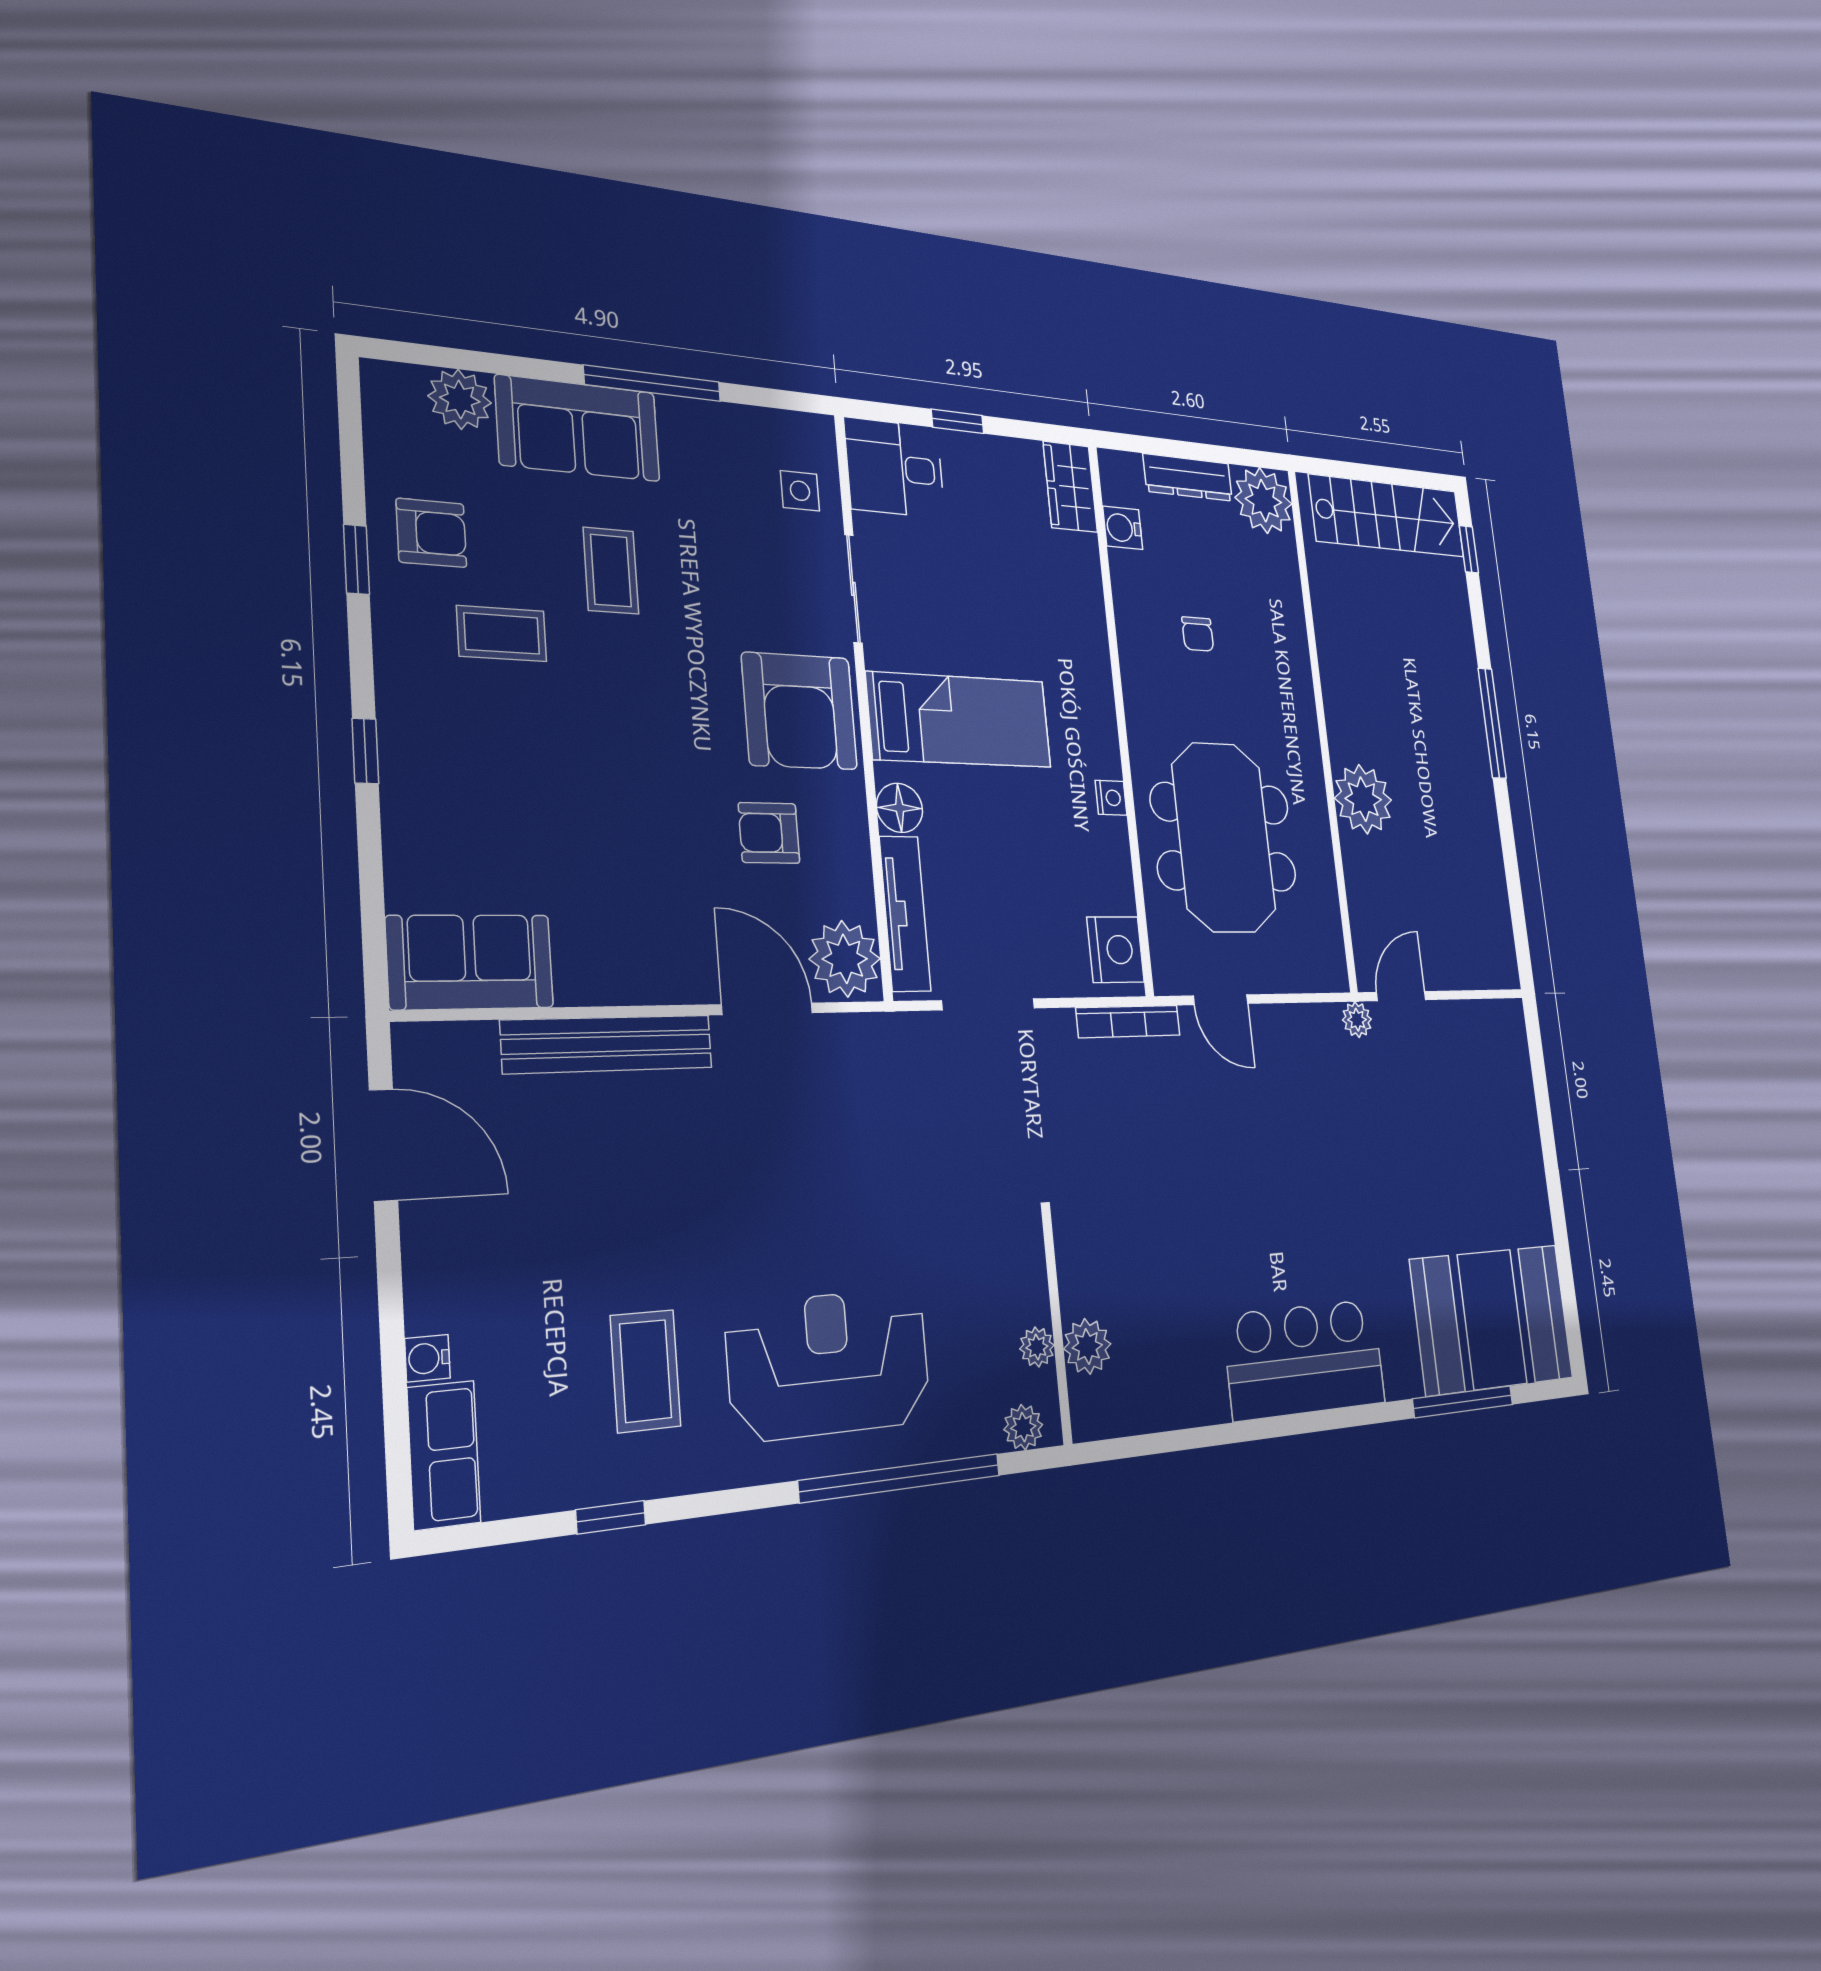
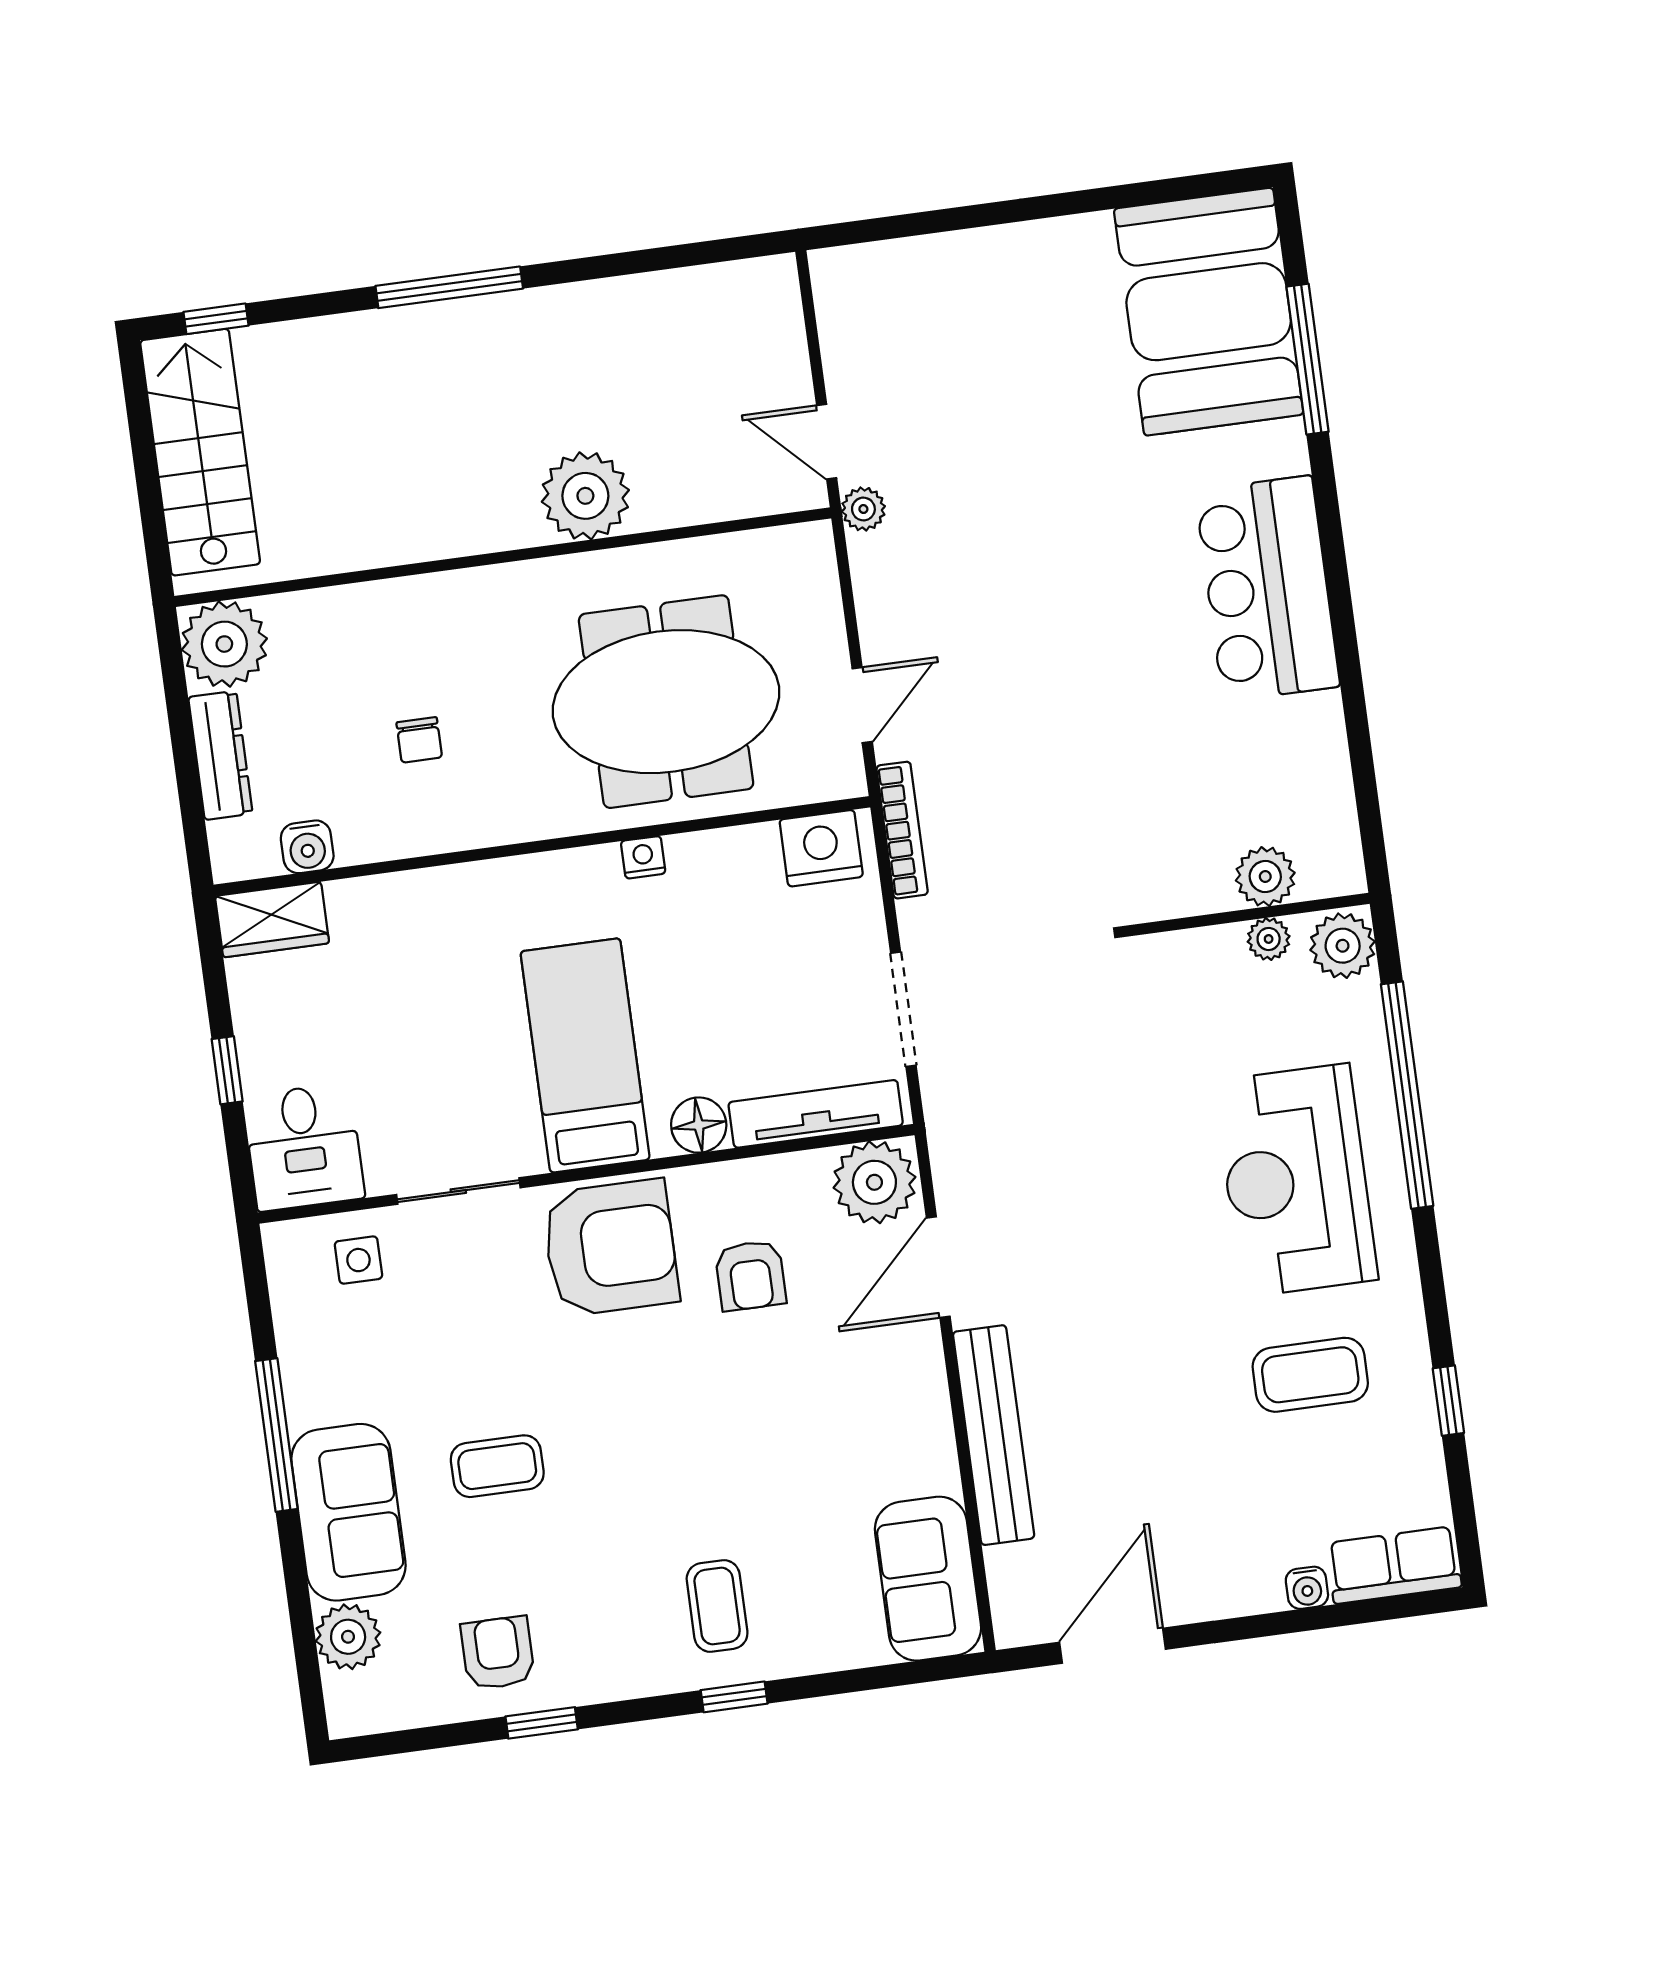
coffee table: (502, 634) -> (717, 1606), moved
chair: (1198, 634) -> (419, 740), turned 90
plant: (1023, 1427) -> (1343, 946), width x1.38, depth x1.38

